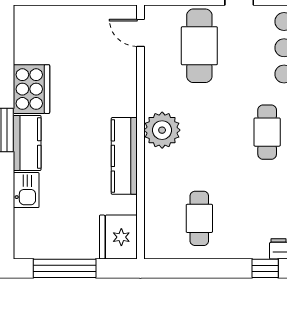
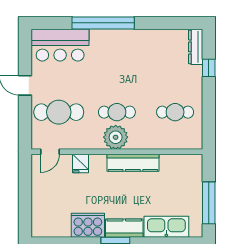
cafe table: (267, 132) -> (117, 112), moved
kitchen sink: (26, 190) -> (166, 227), width x1.87, depth x1.24
fridge: (118, 237) -> (81, 164), moved, width x0.53, depth x0.75

